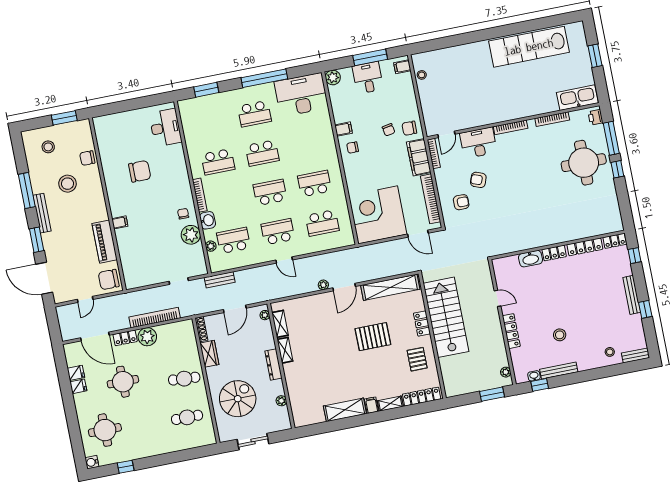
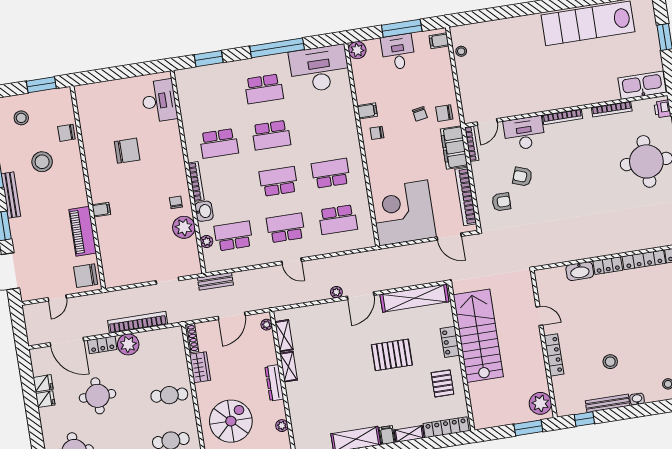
plant: (506, 372) -> (540, 403), width x1.88, depth x1.88
washbasin: (534, 376) -> (637, 399), moved

